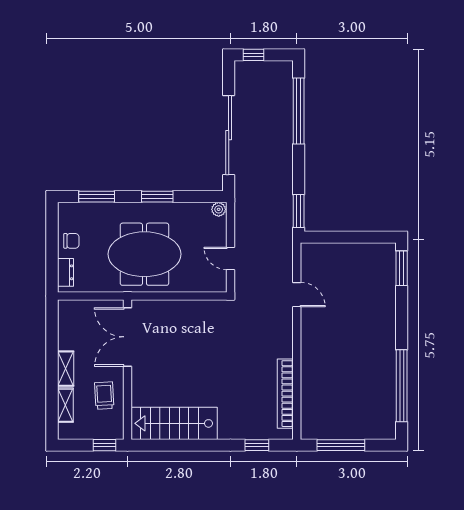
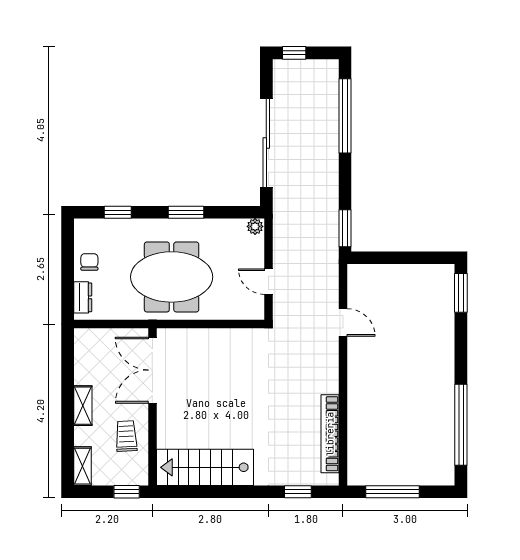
window: (97, 197) -> (118, 212), width x0.67
chair: (71, 241) -> (89, 262), turned -90
shelving: (65, 405) -> (83, 466), moved

